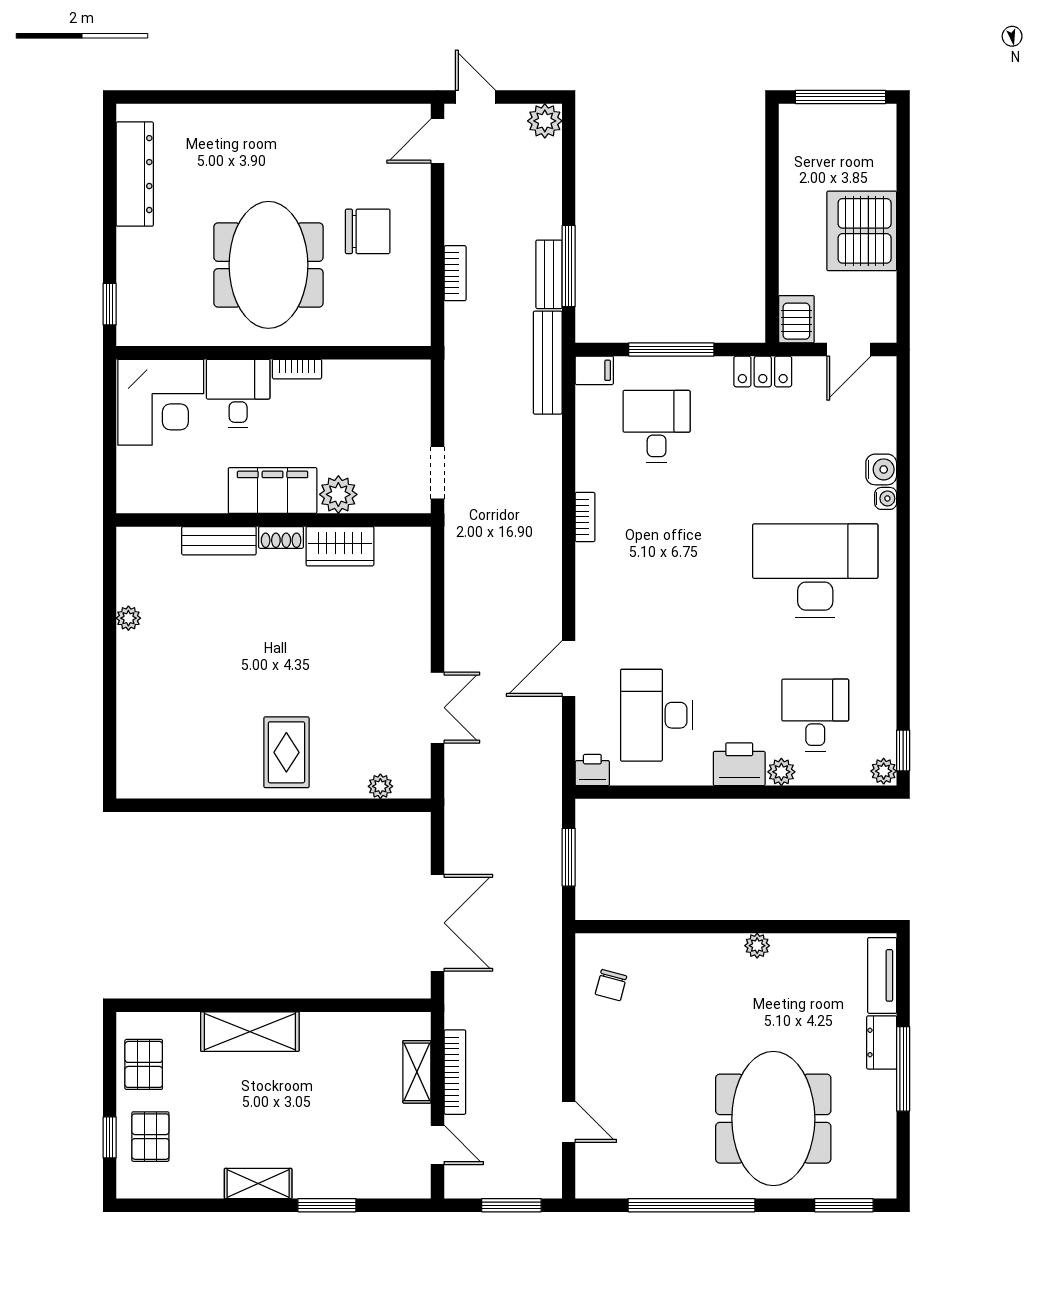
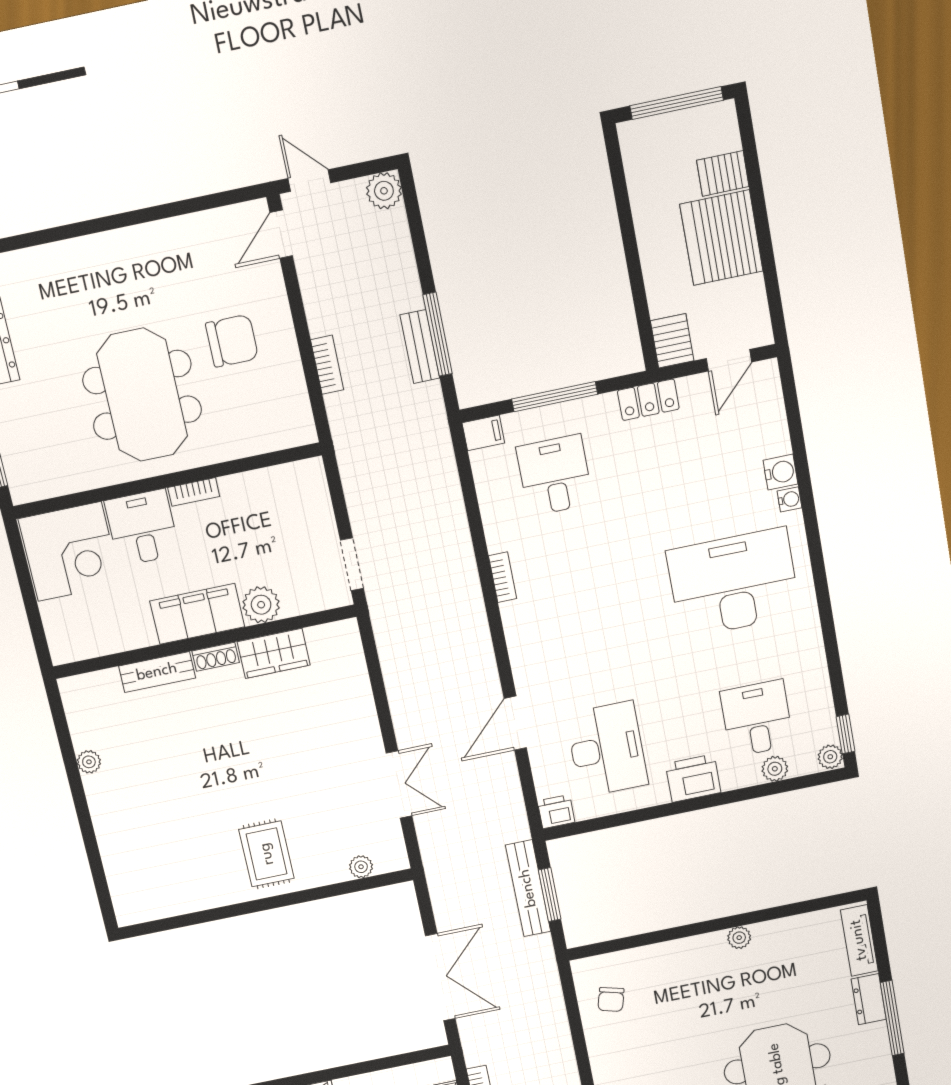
server rack: (873, 171) -> (723, 173), added
bench: (548, 363) -> (528, 888), moved
desk: (657, 715) -> (607, 749), turned 180
plant: (781, 772) -> (775, 769), moved

